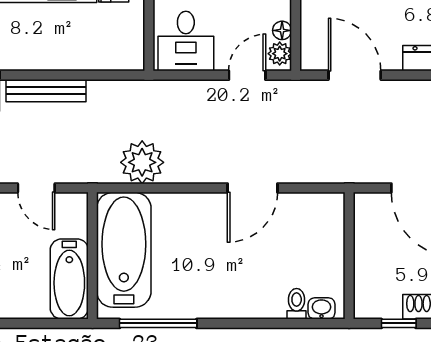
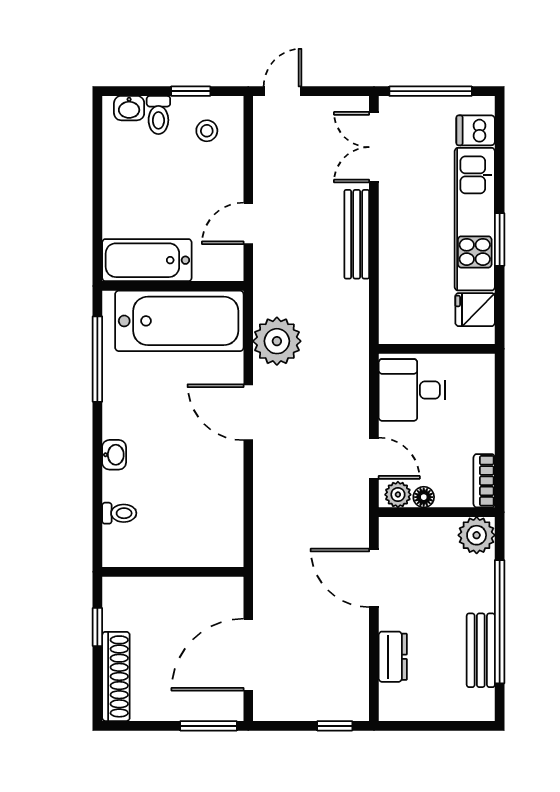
door: (355, 75) -> (374, 578), swing flipped
door: (252, 188) -> (248, 412), moved
washbasin: (322, 308) -> (114, 455), moved

